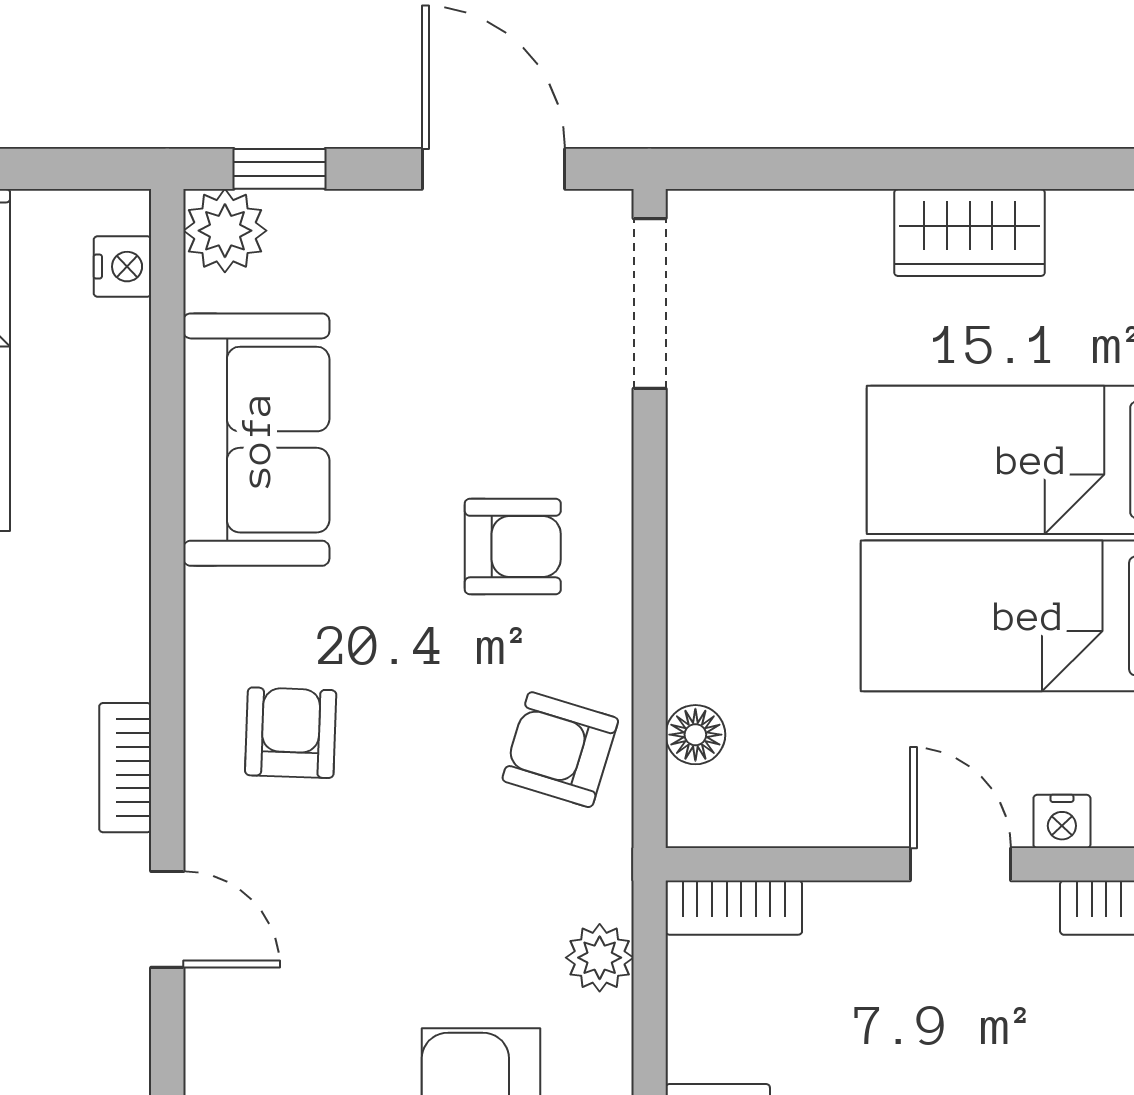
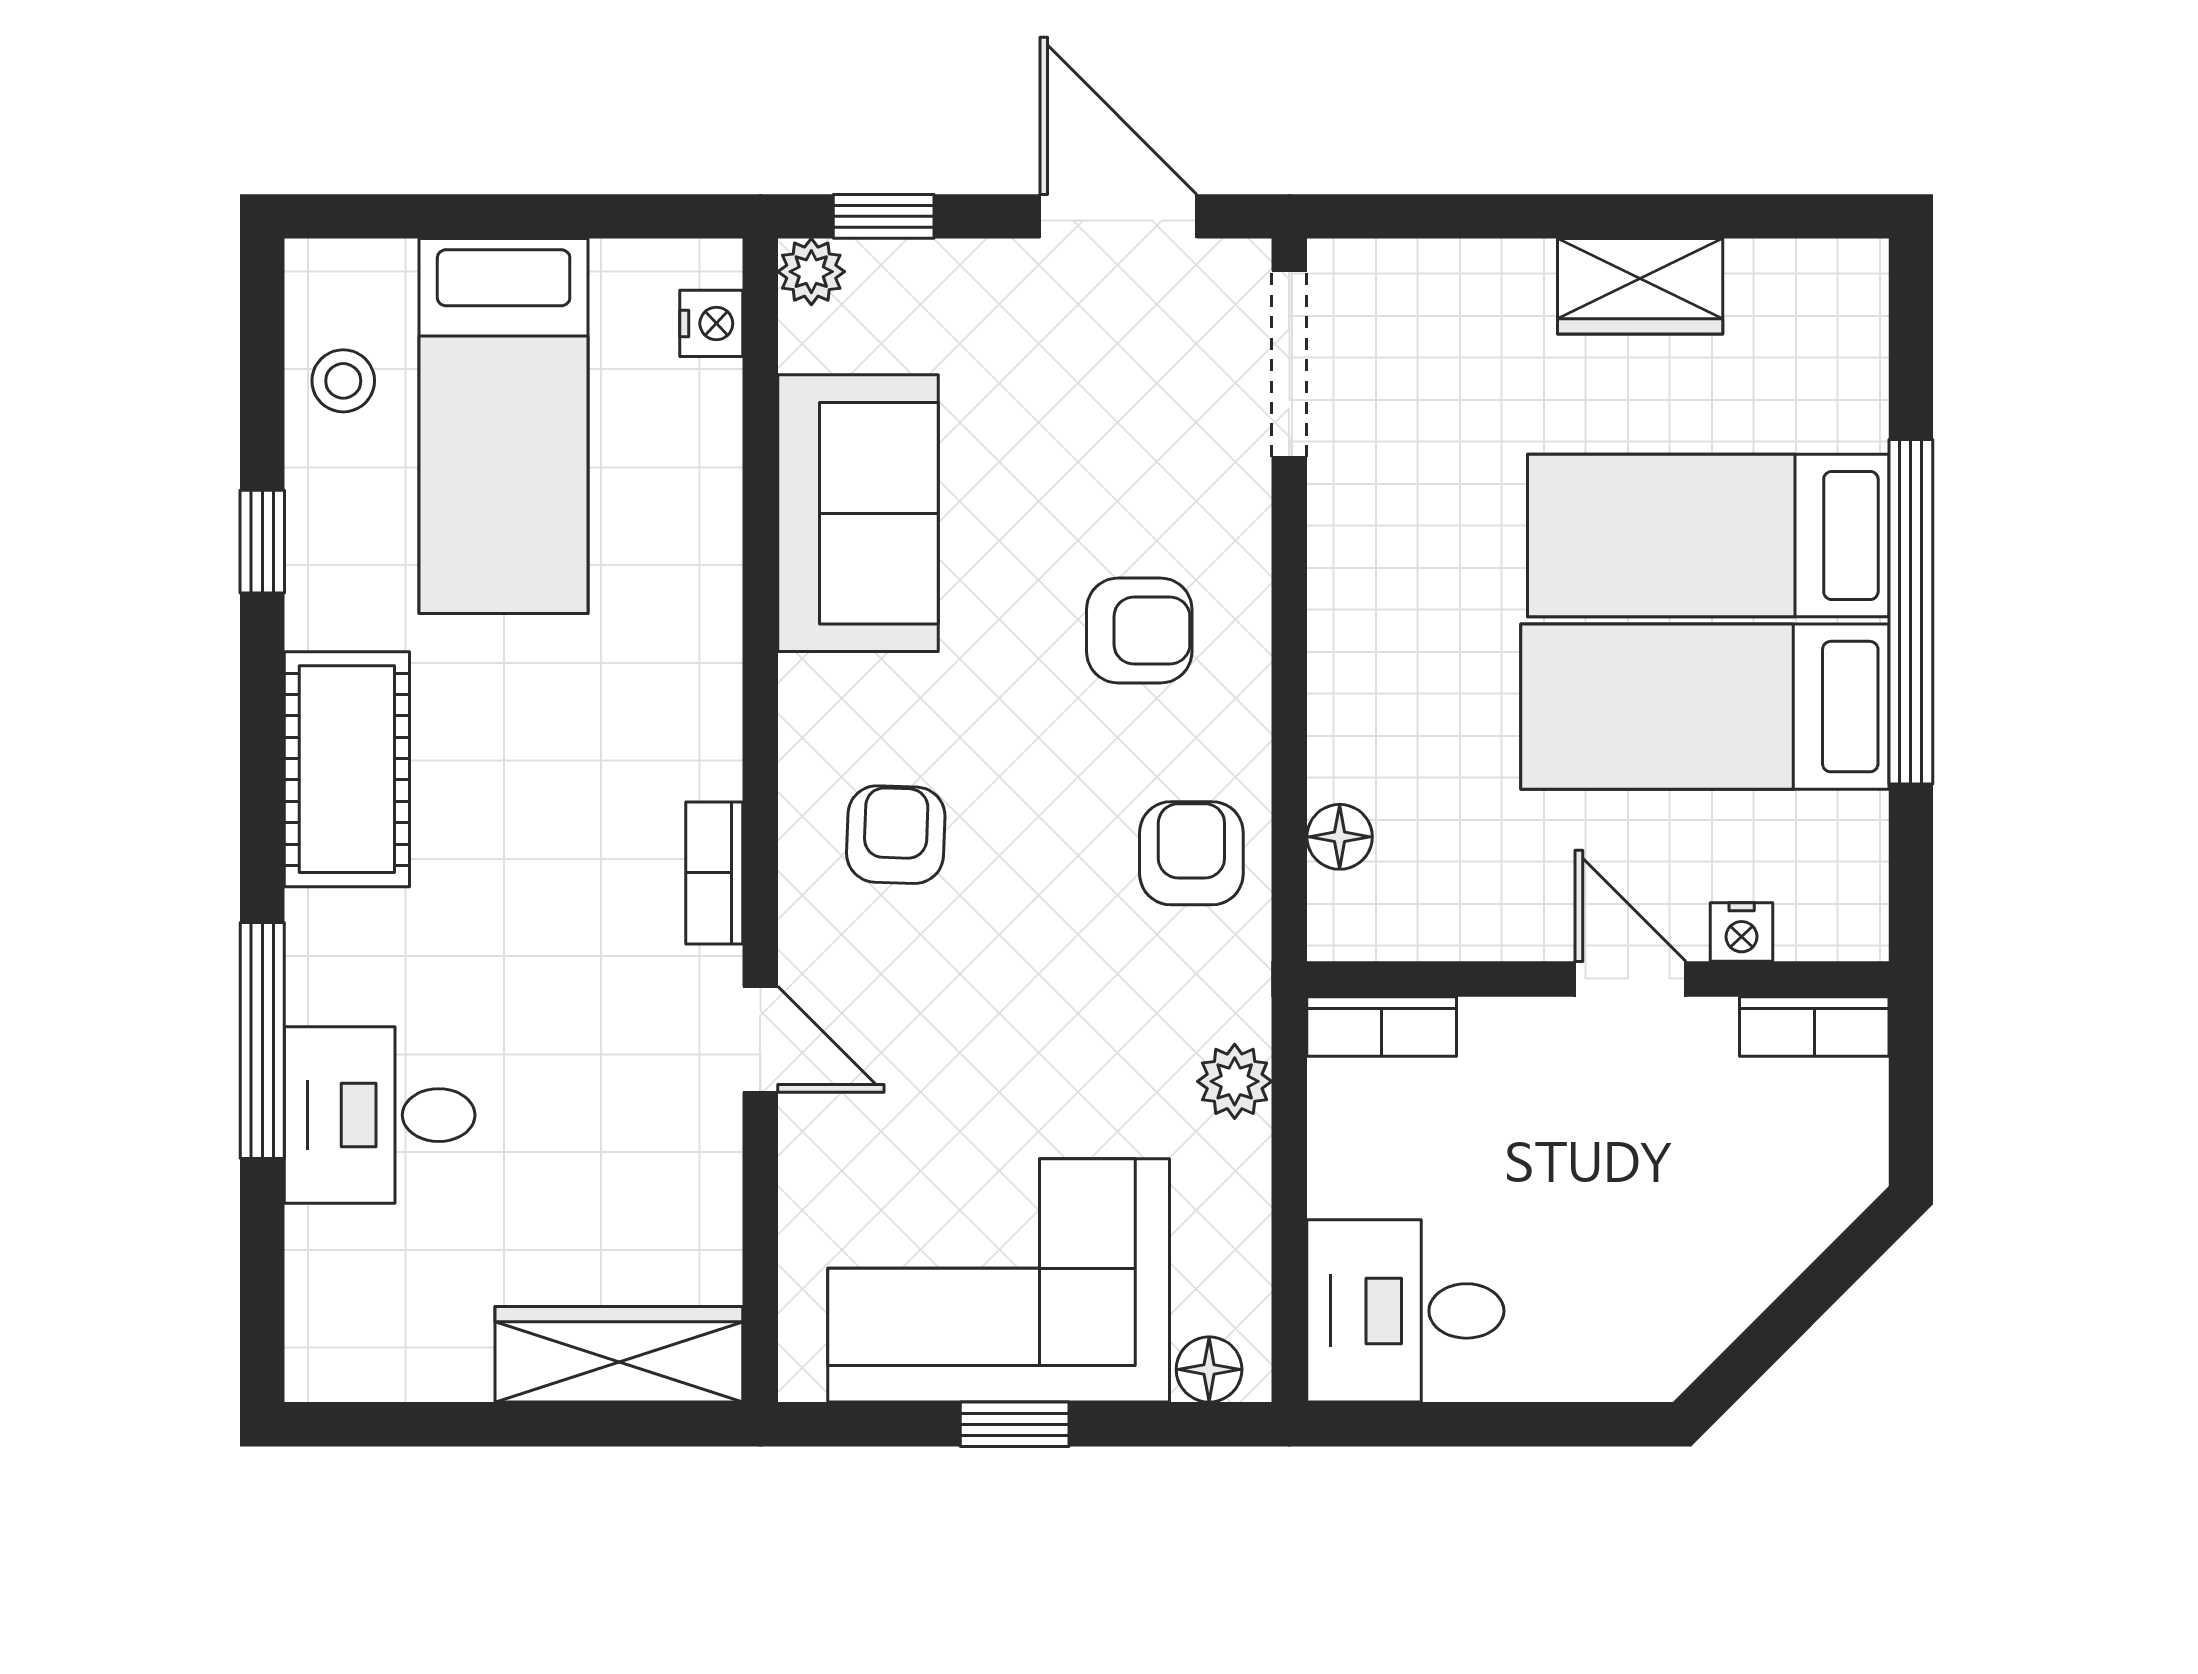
plant: (225, 231) -> (811, 272), width x0.73, depth x0.73
armchair: (560, 750) -> (1191, 853), turned 73

